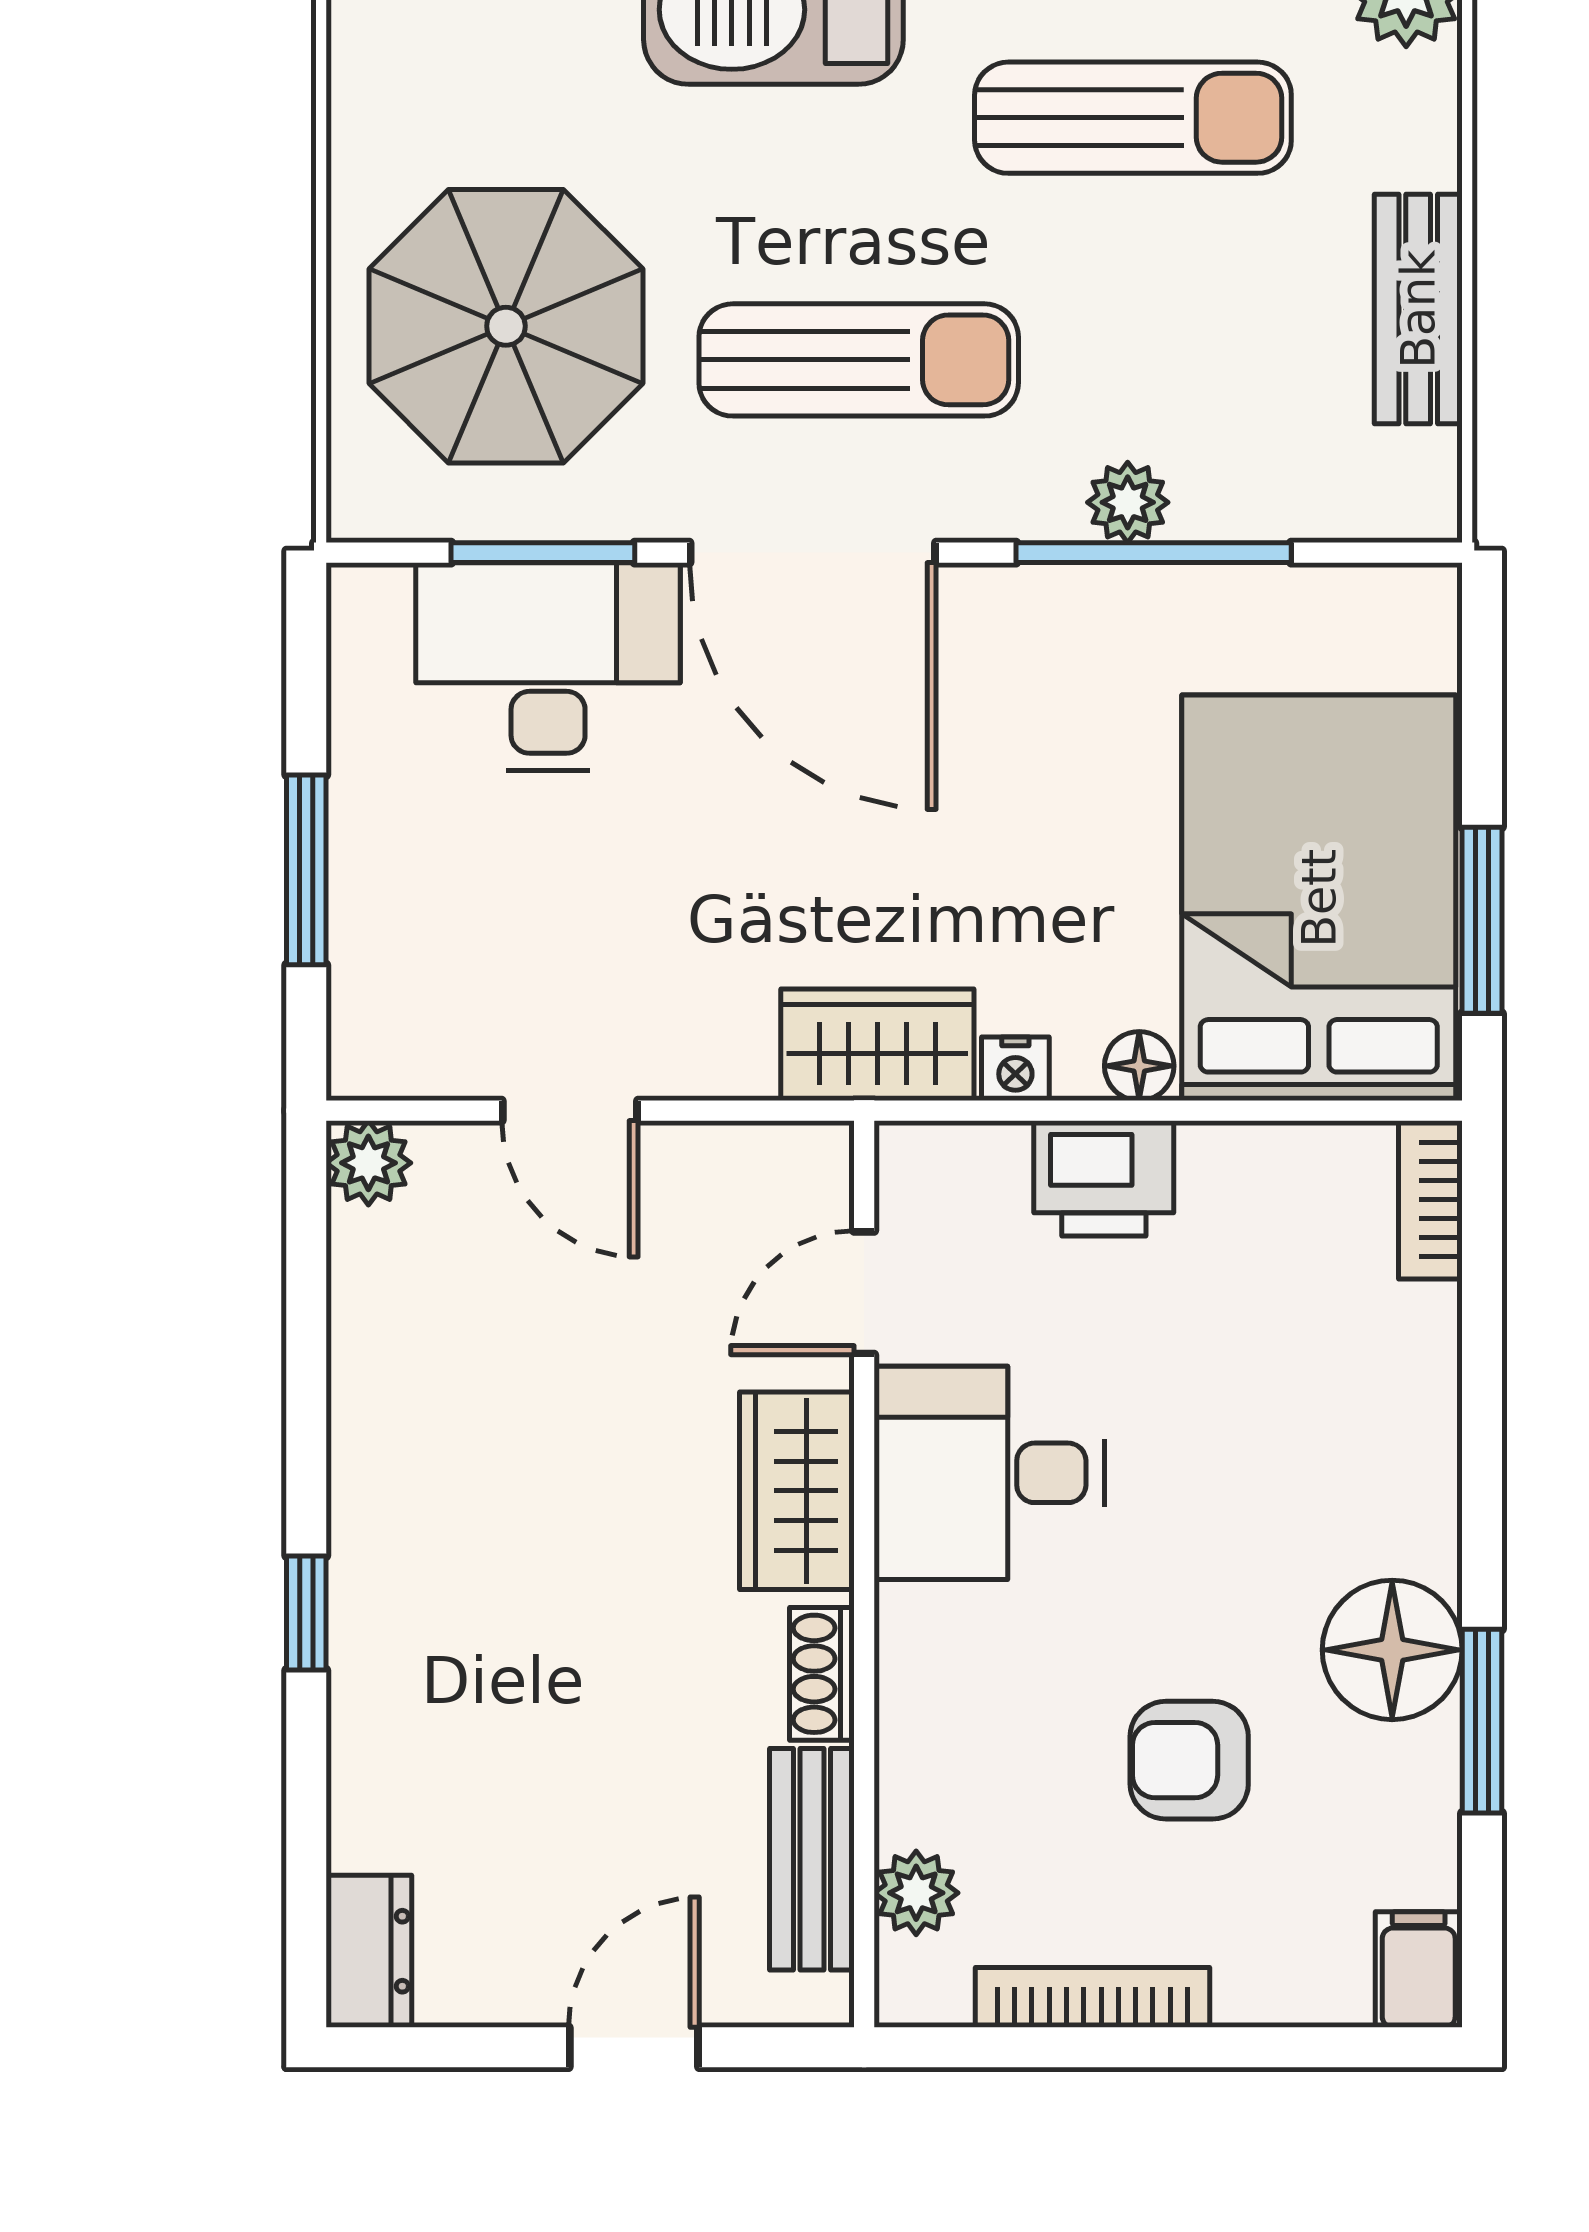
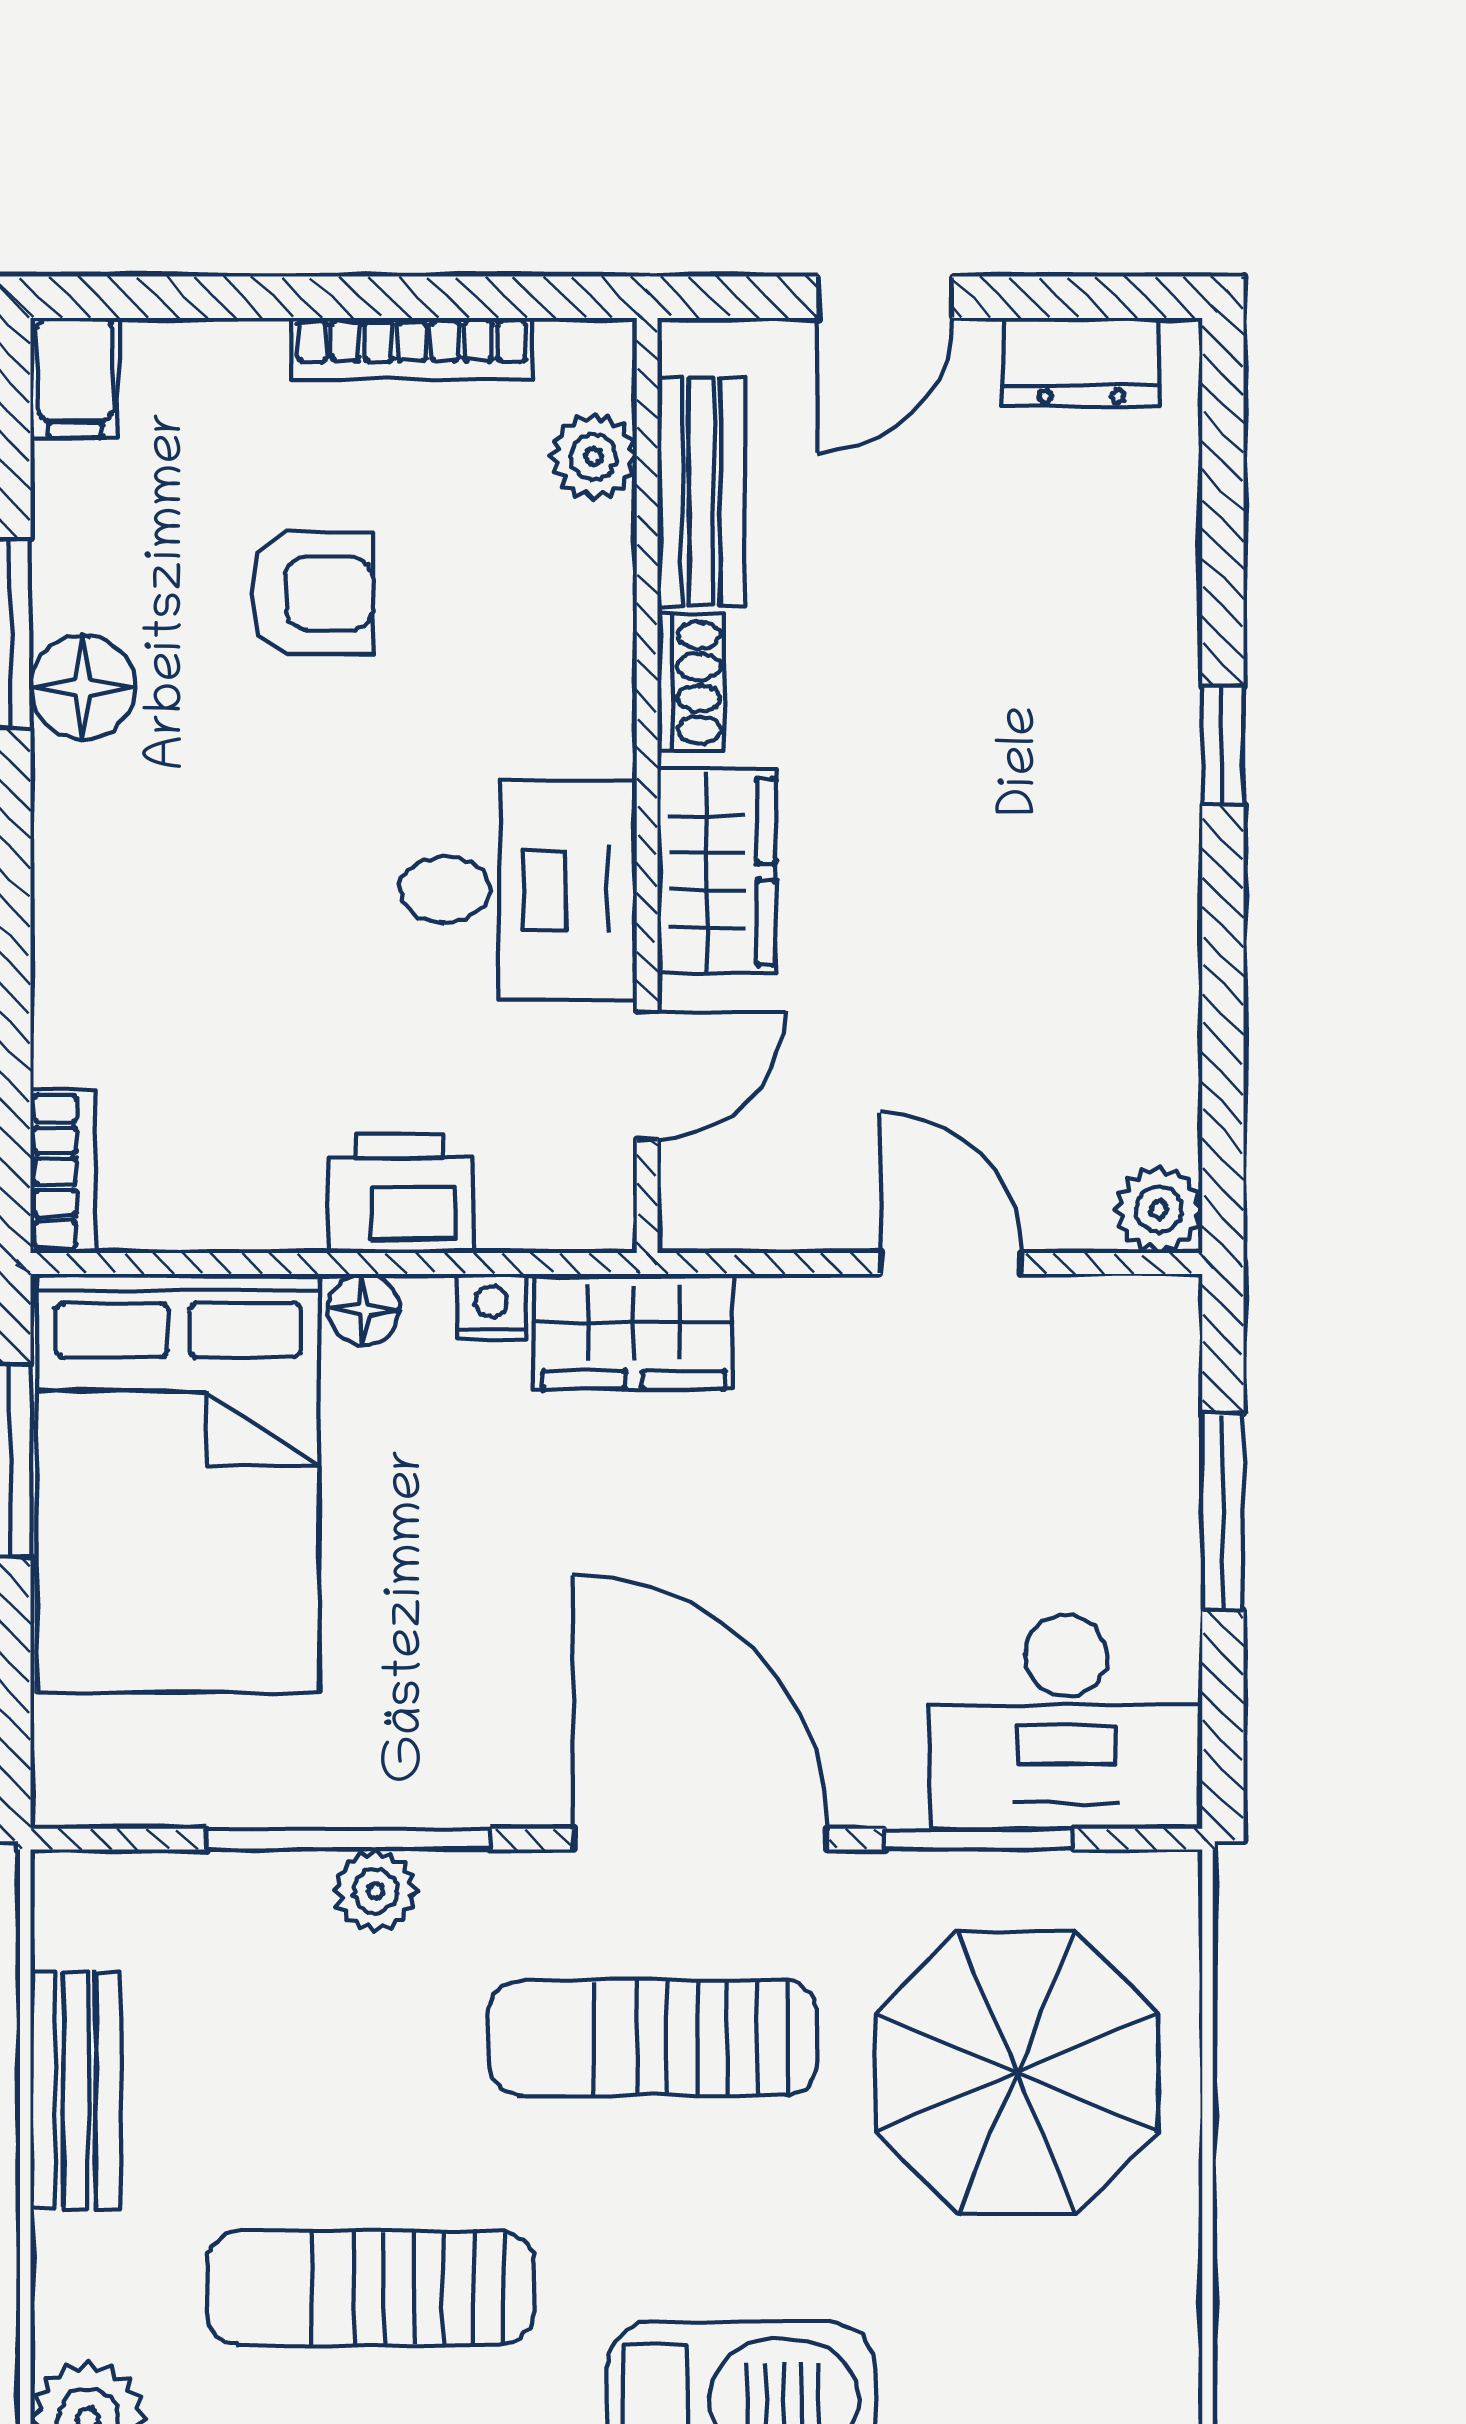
desk: (548, 666) -> (1066, 1722), moved
floor lamp: (1392, 1650) -> (83, 687), width x0.73, depth x0.73
dresser: (369, 1951) -> (1081, 362), moved, turned -90

